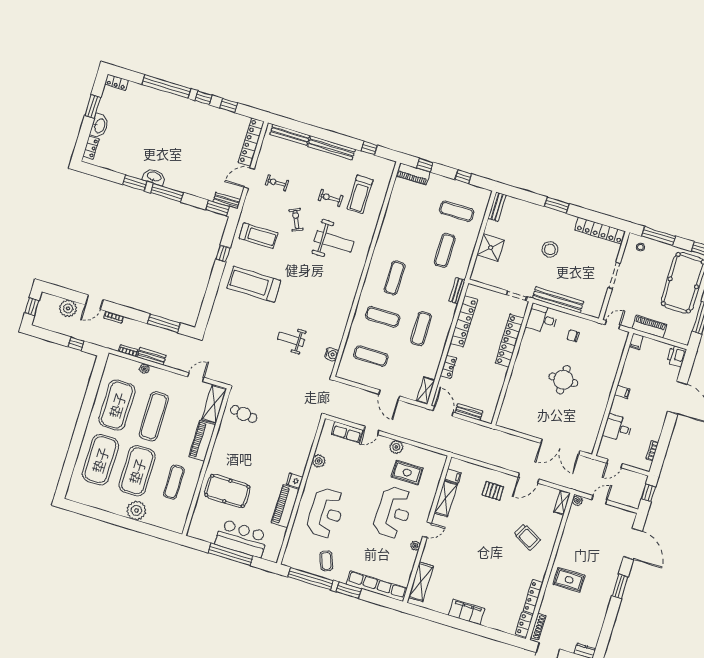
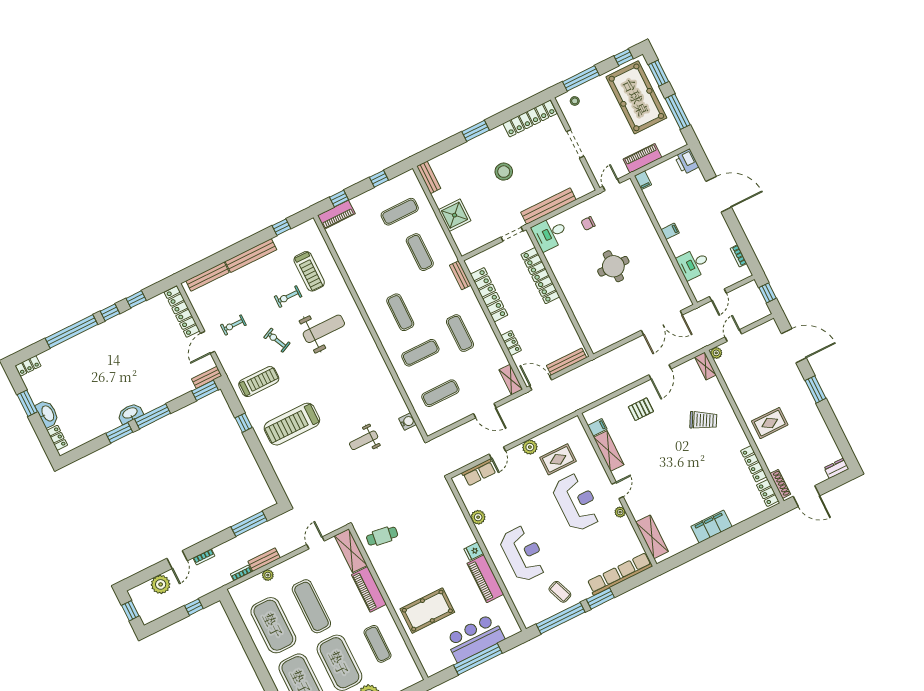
bench: (469, 412) -> (566, 362), width x1.36

